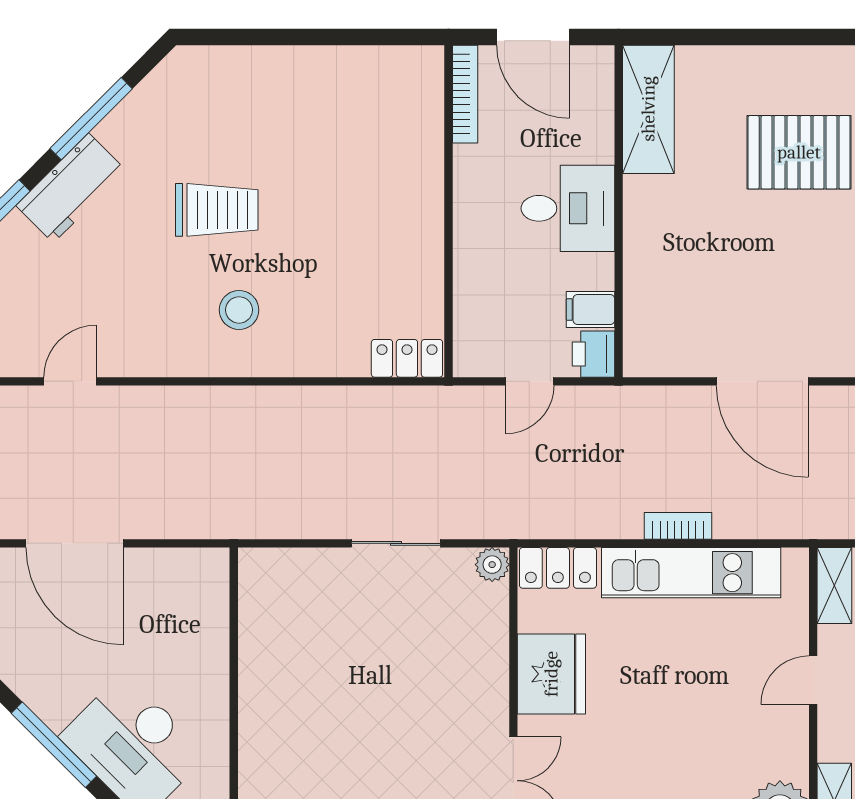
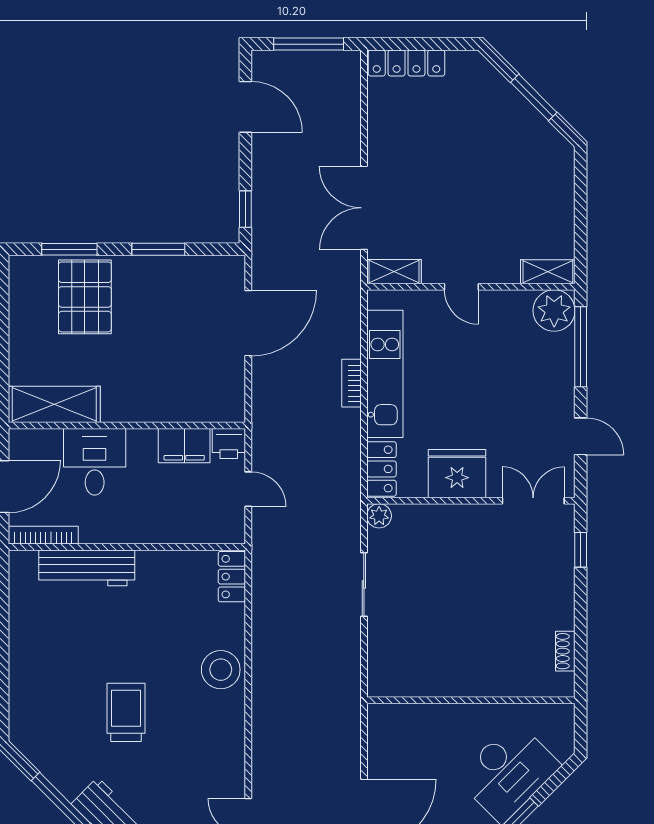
workbench: (419, 155) -> (87, 568), added
desk: (568, 208) -> (95, 462), moved
stool: (239, 310) -> (221, 670), moved, width x1.38, depth x1.38
filing cabinet: (591, 310) -> (184, 446), width x2.00

